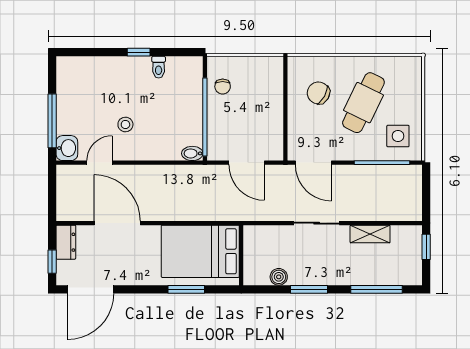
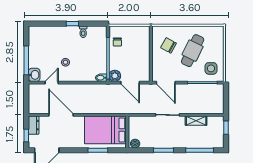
plant: (218, 150) -> (115, 76), added
boiler: (279, 277) -> (135, 144), moved

